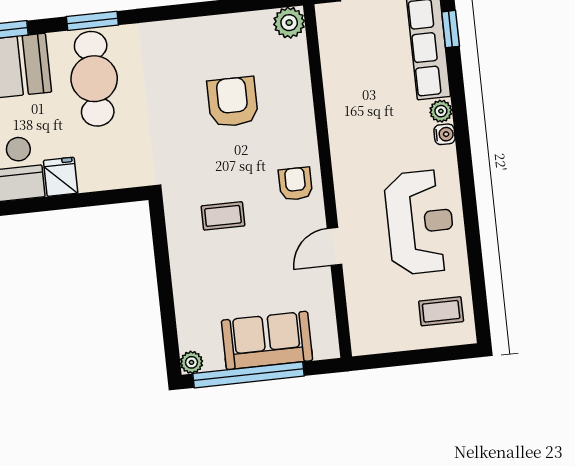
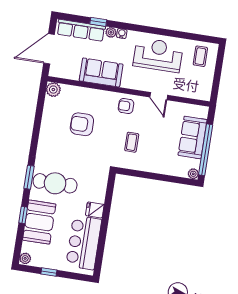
window: (451, 29) -> (98, 22), moved
sofa: (352, 113) -> (101, 72), added

